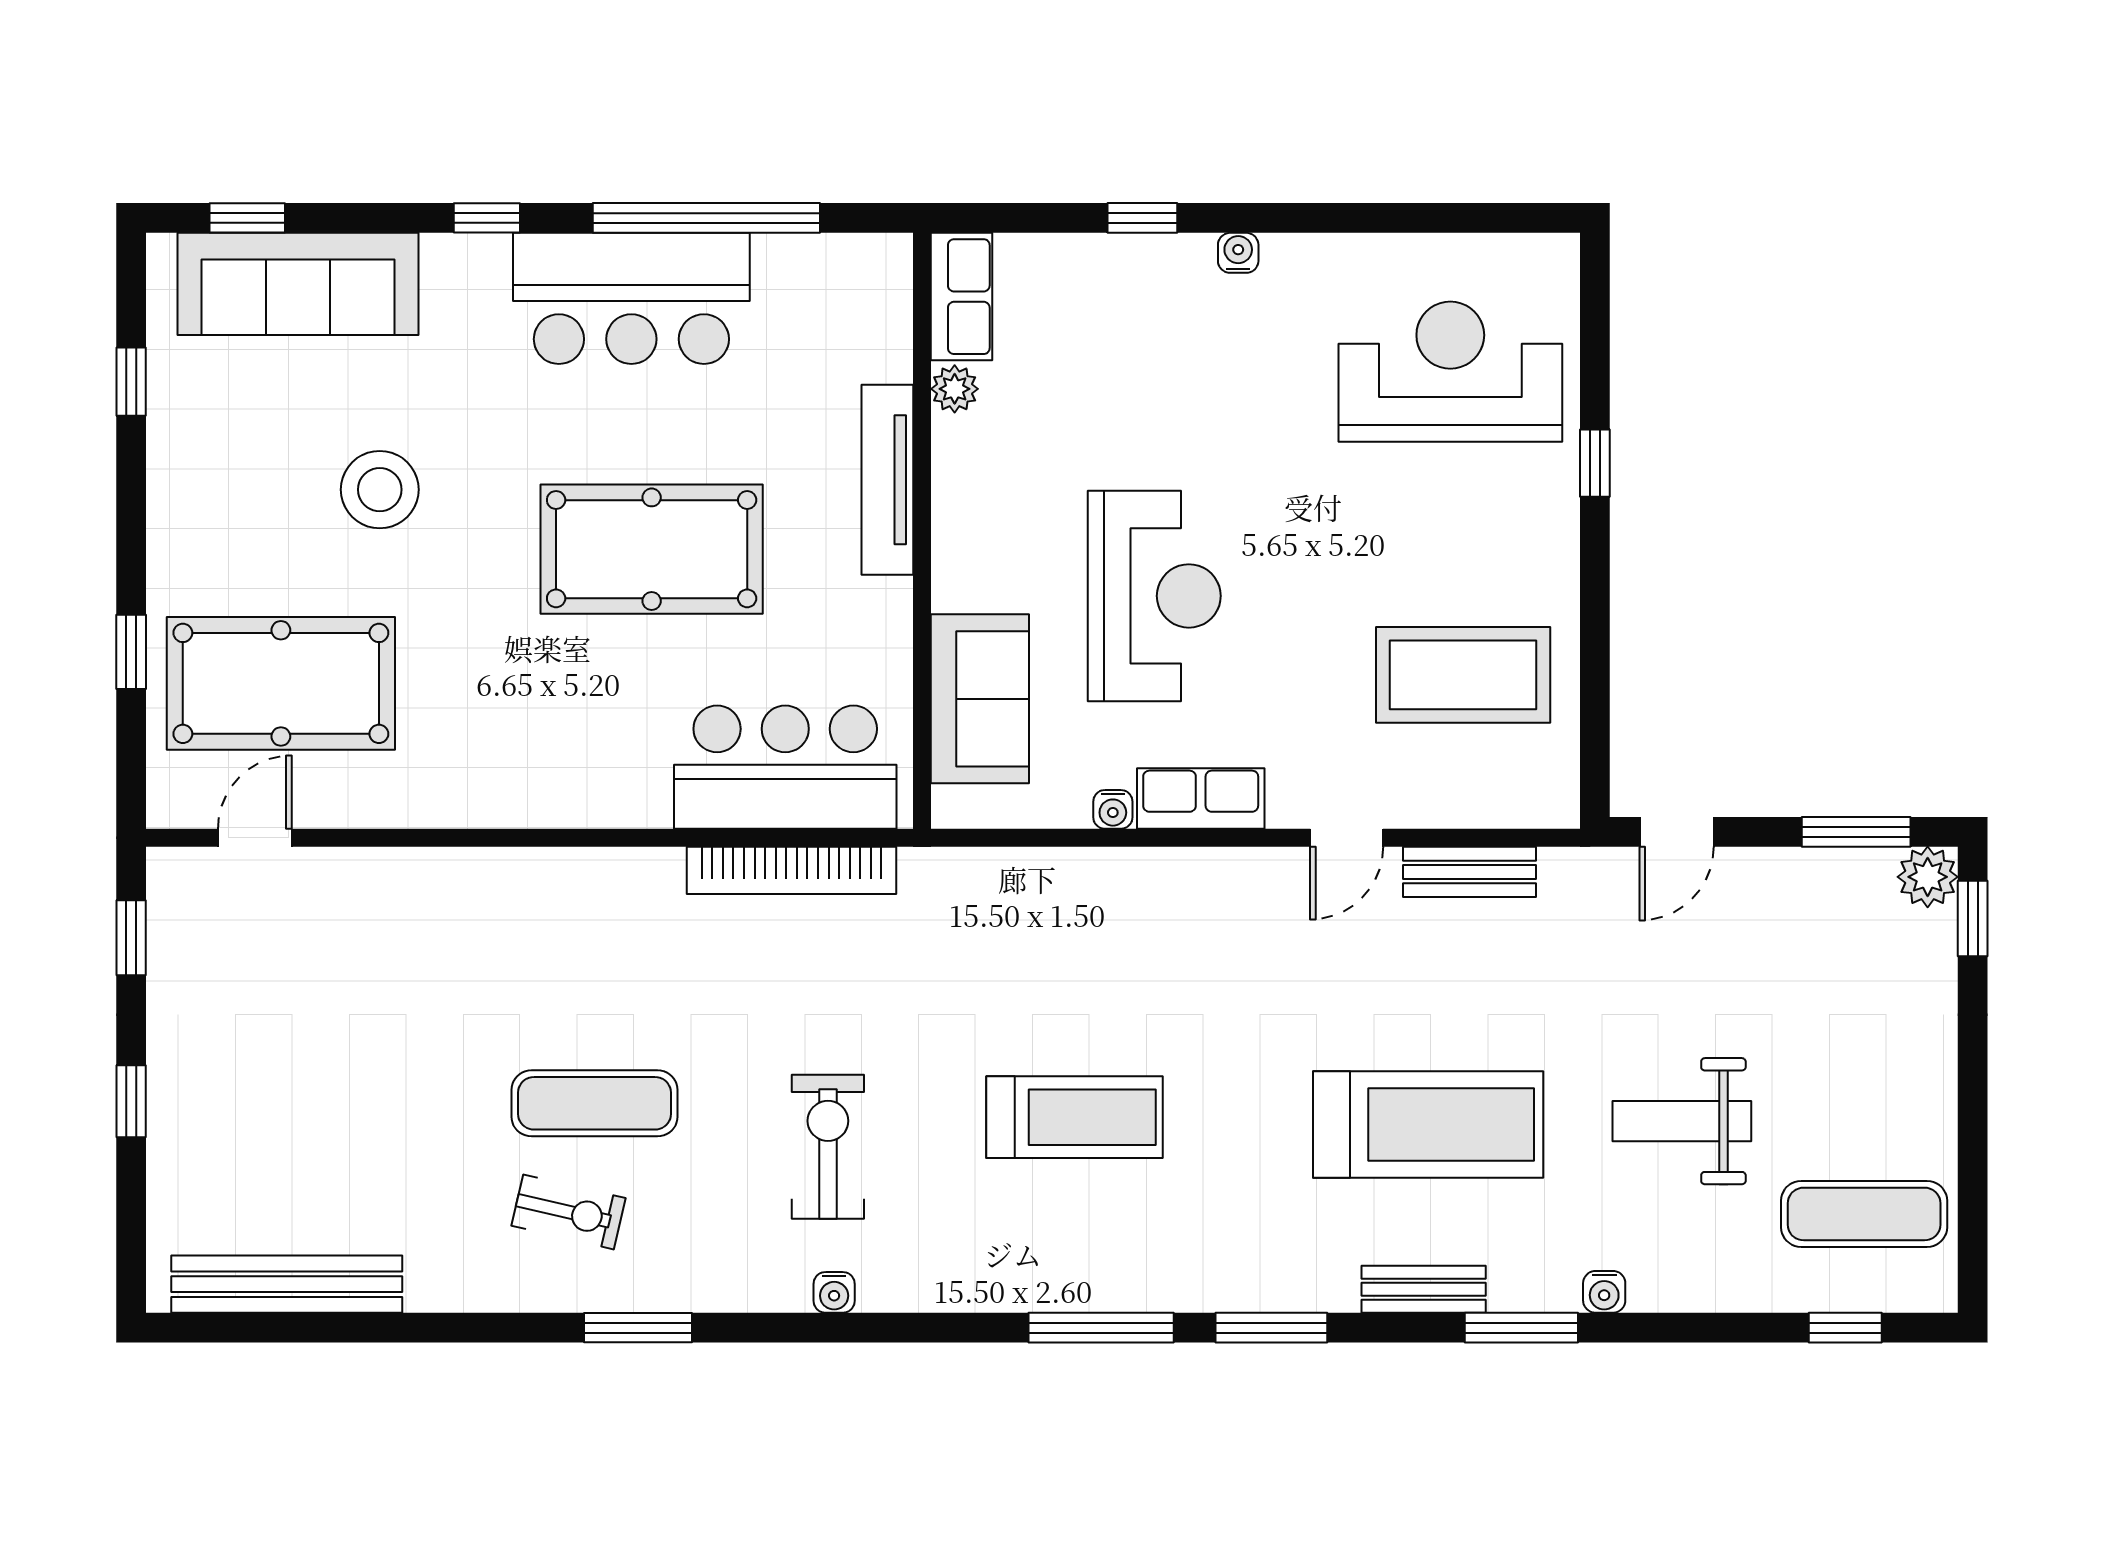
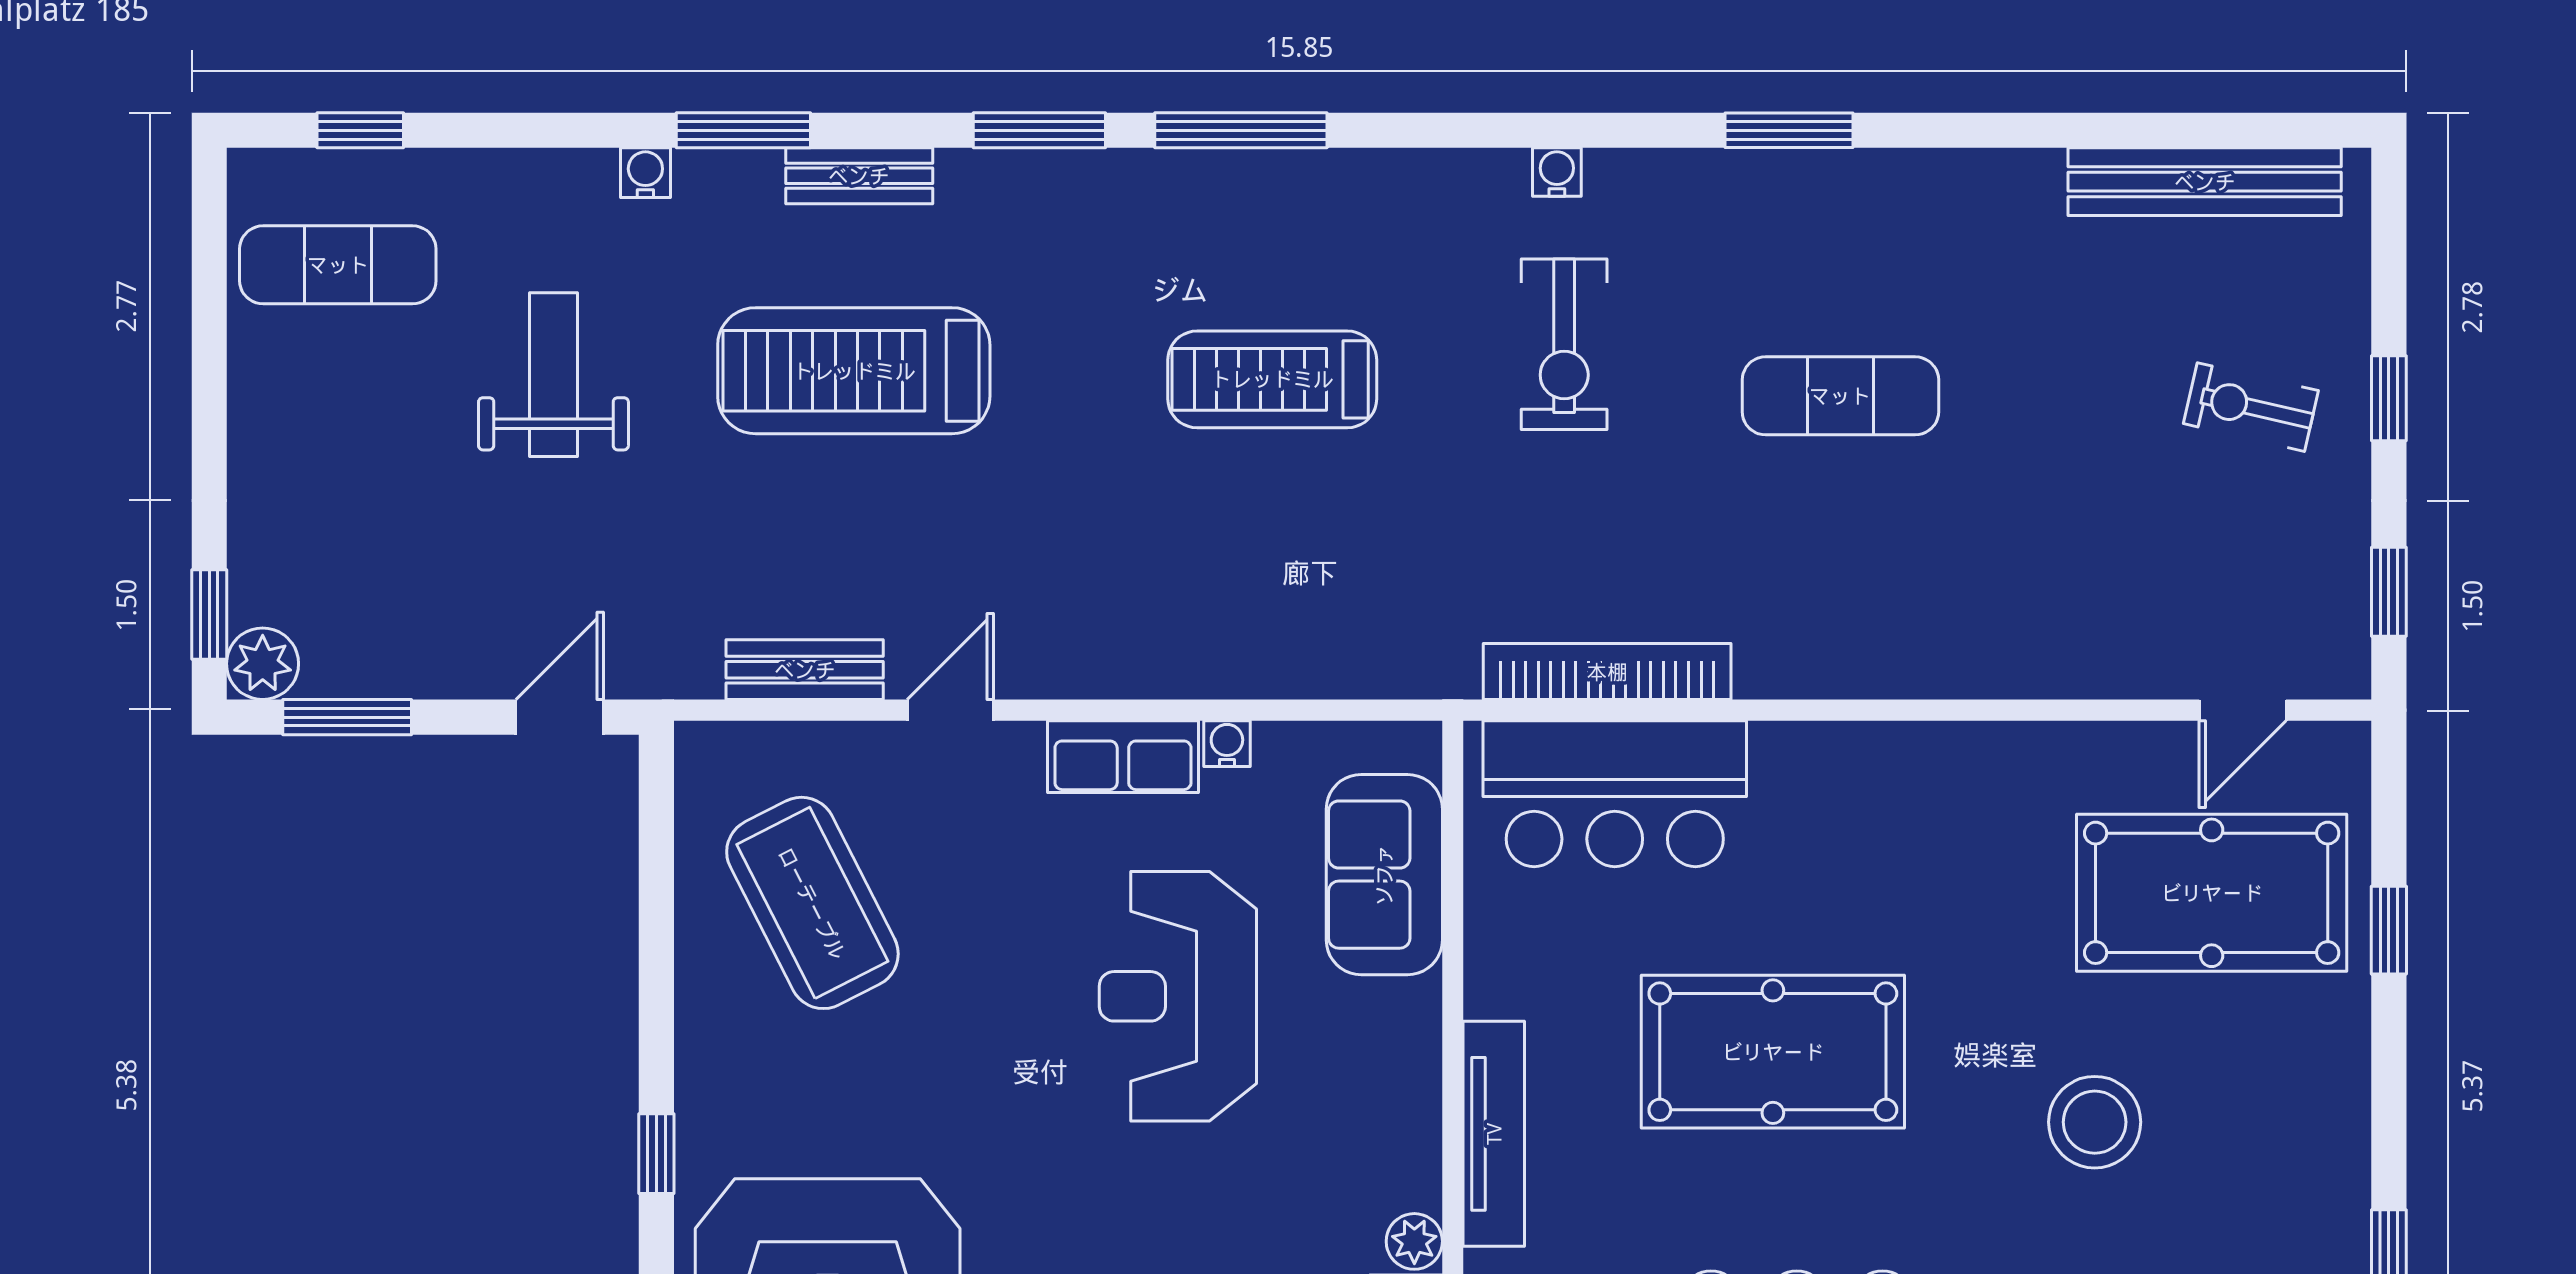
coffee table: (1463, 675) -> (812, 903), turned 63
weight bench: (1682, 1121) -> (553, 375), turned -90
exercise bike: (569, 1212) -> (2251, 407), moved

